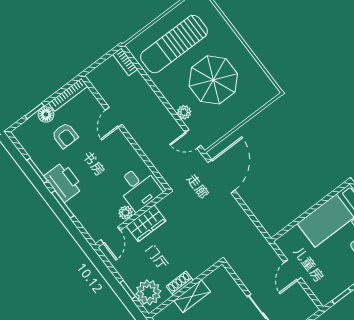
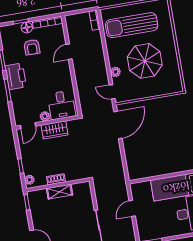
plant: (148, 292) -> (29, 180), width x0.53, depth x0.53

